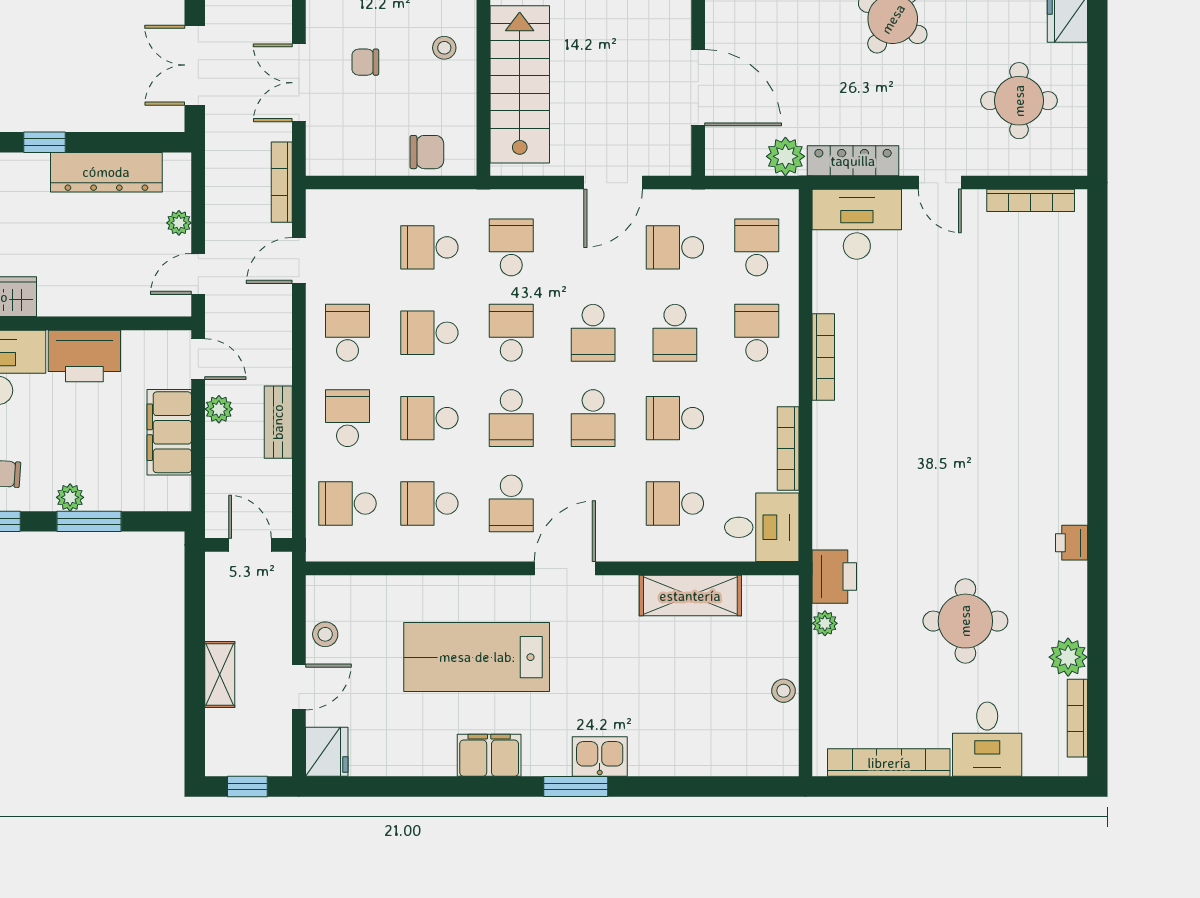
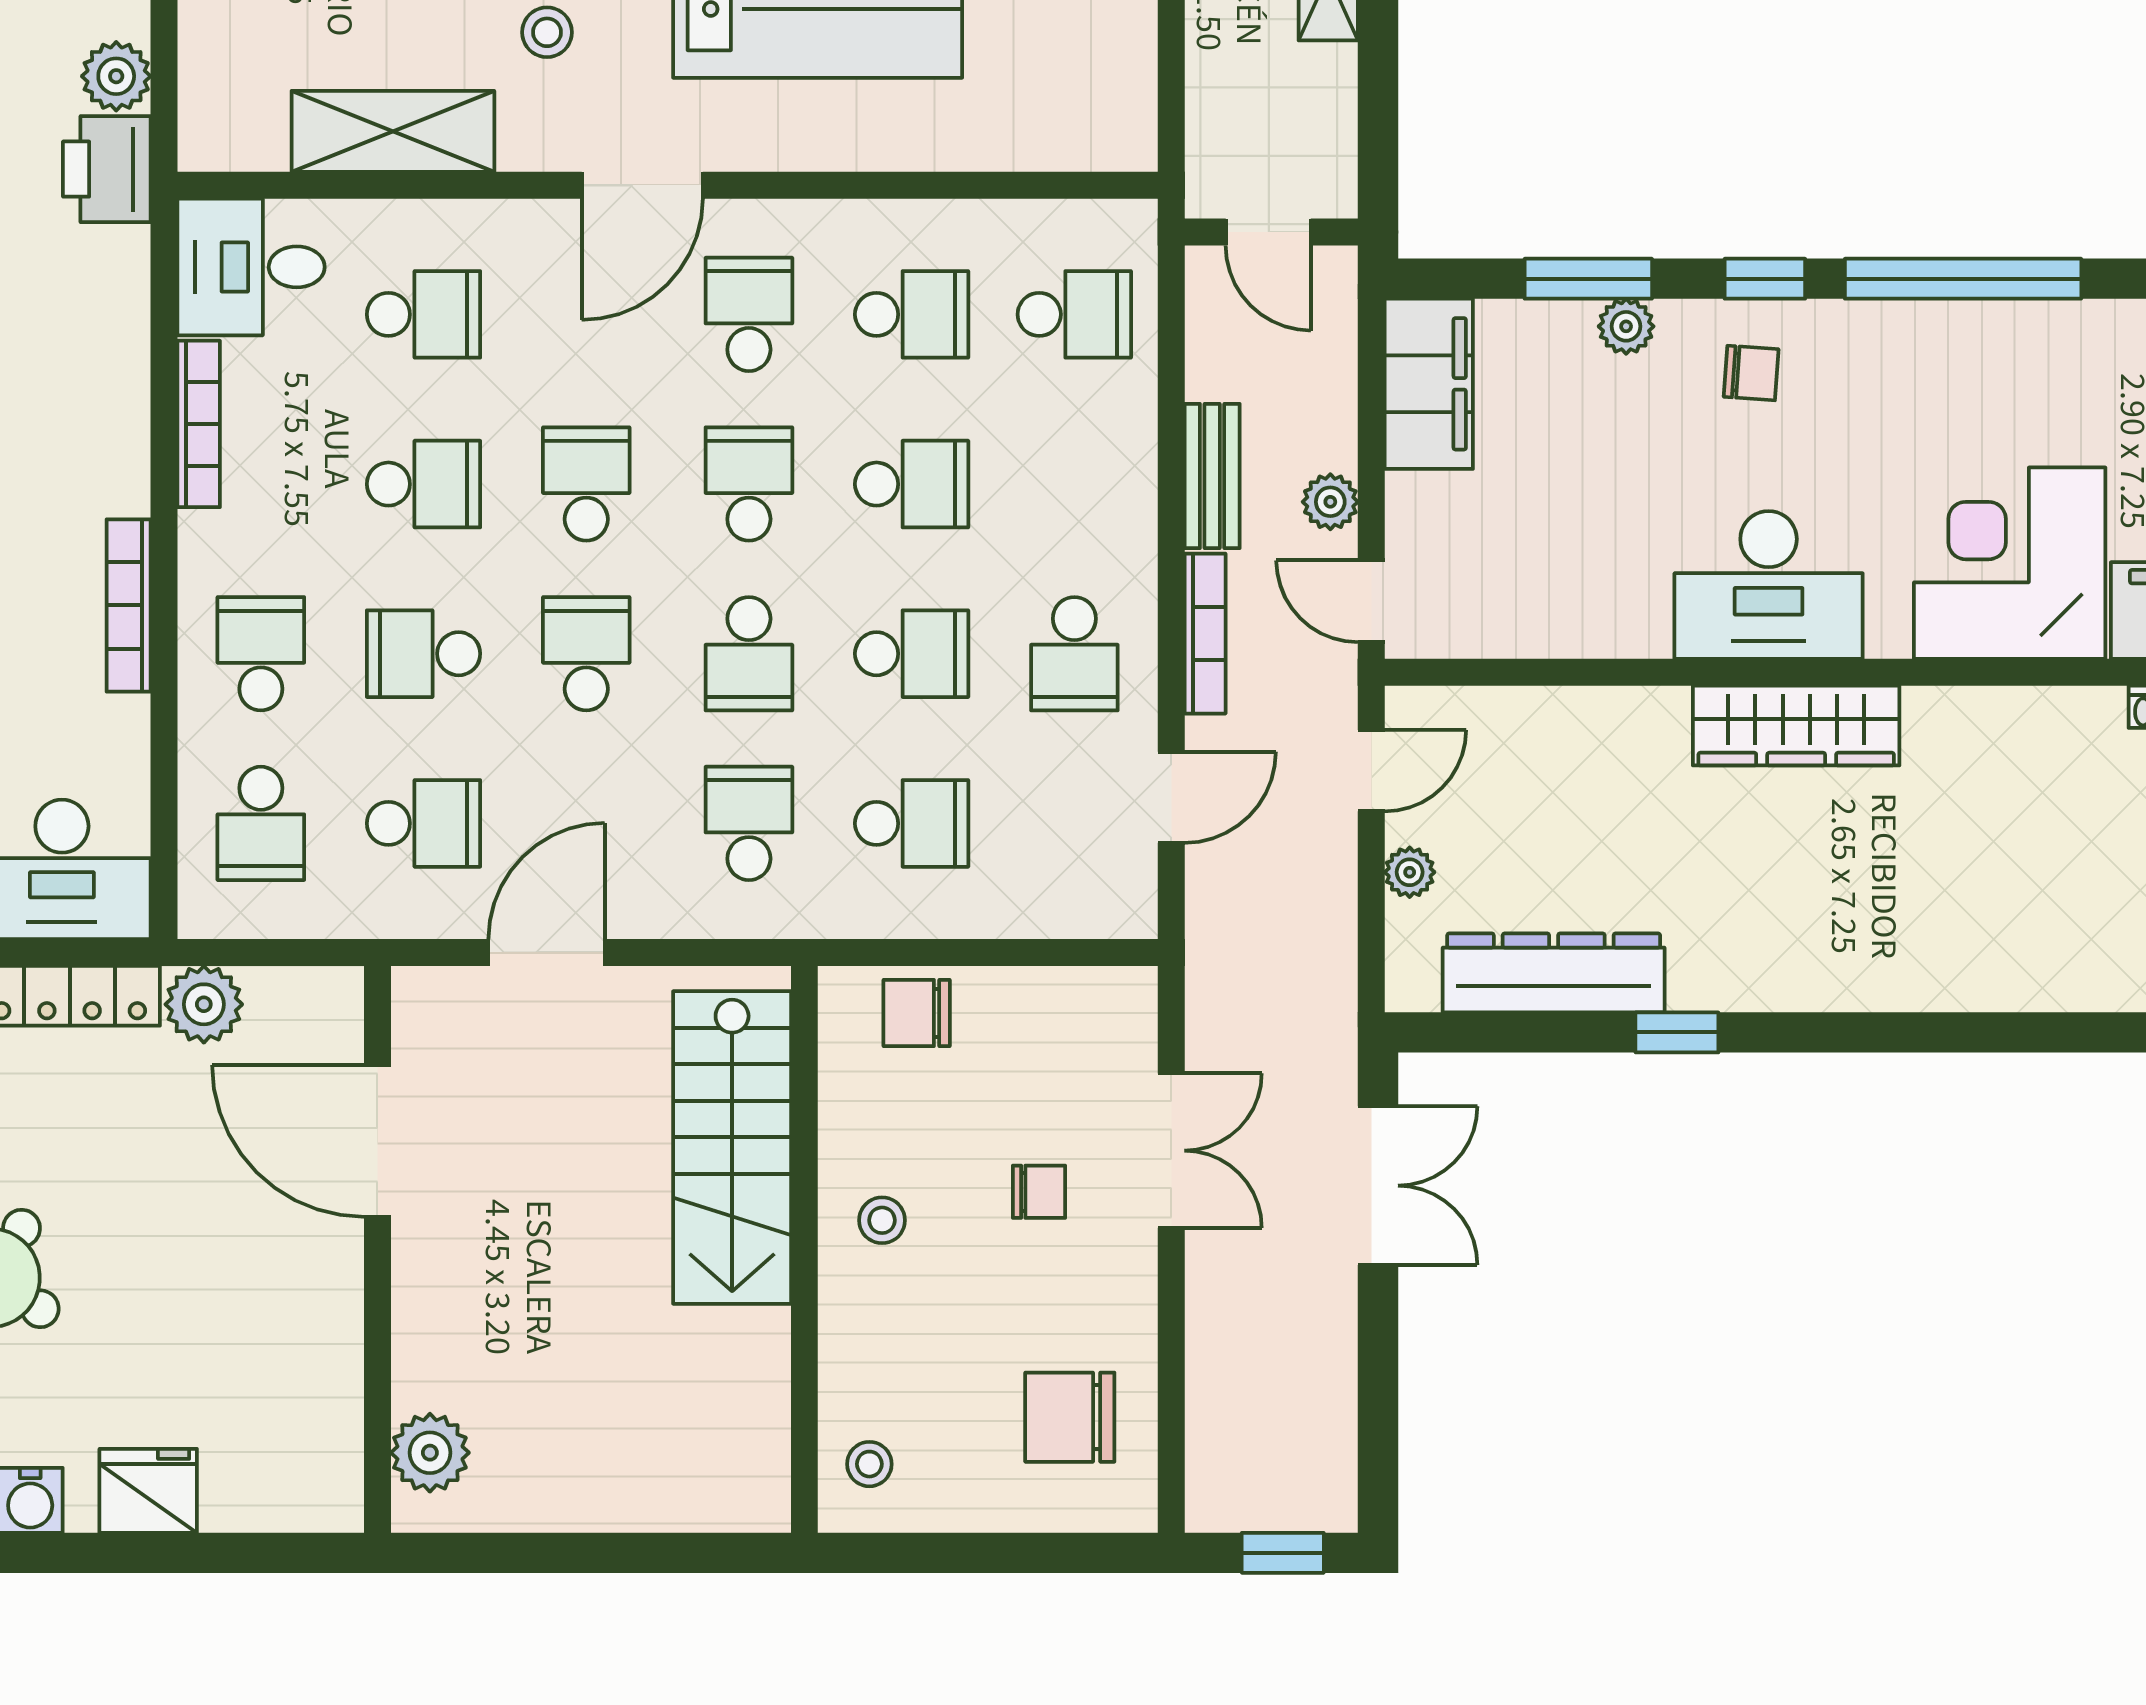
bookcase: (282, 182) -> (1205, 634), moved
school desk: (511, 247) -> (749, 823), turned 180
school desk: (675, 333) -> (424, 654), turned -90
school desk: (757, 333) -> (261, 654), turned 180
printer: (84, 356) -> (1597, 607), removed
school desk: (348, 418) -> (1074, 484), removed
filing cabinet: (169, 432) -> (1429, 384), moved
plant: (825, 623) -> (116, 76), width x1.38, depth x1.38
stool: (325, 634) -> (547, 32), moved

